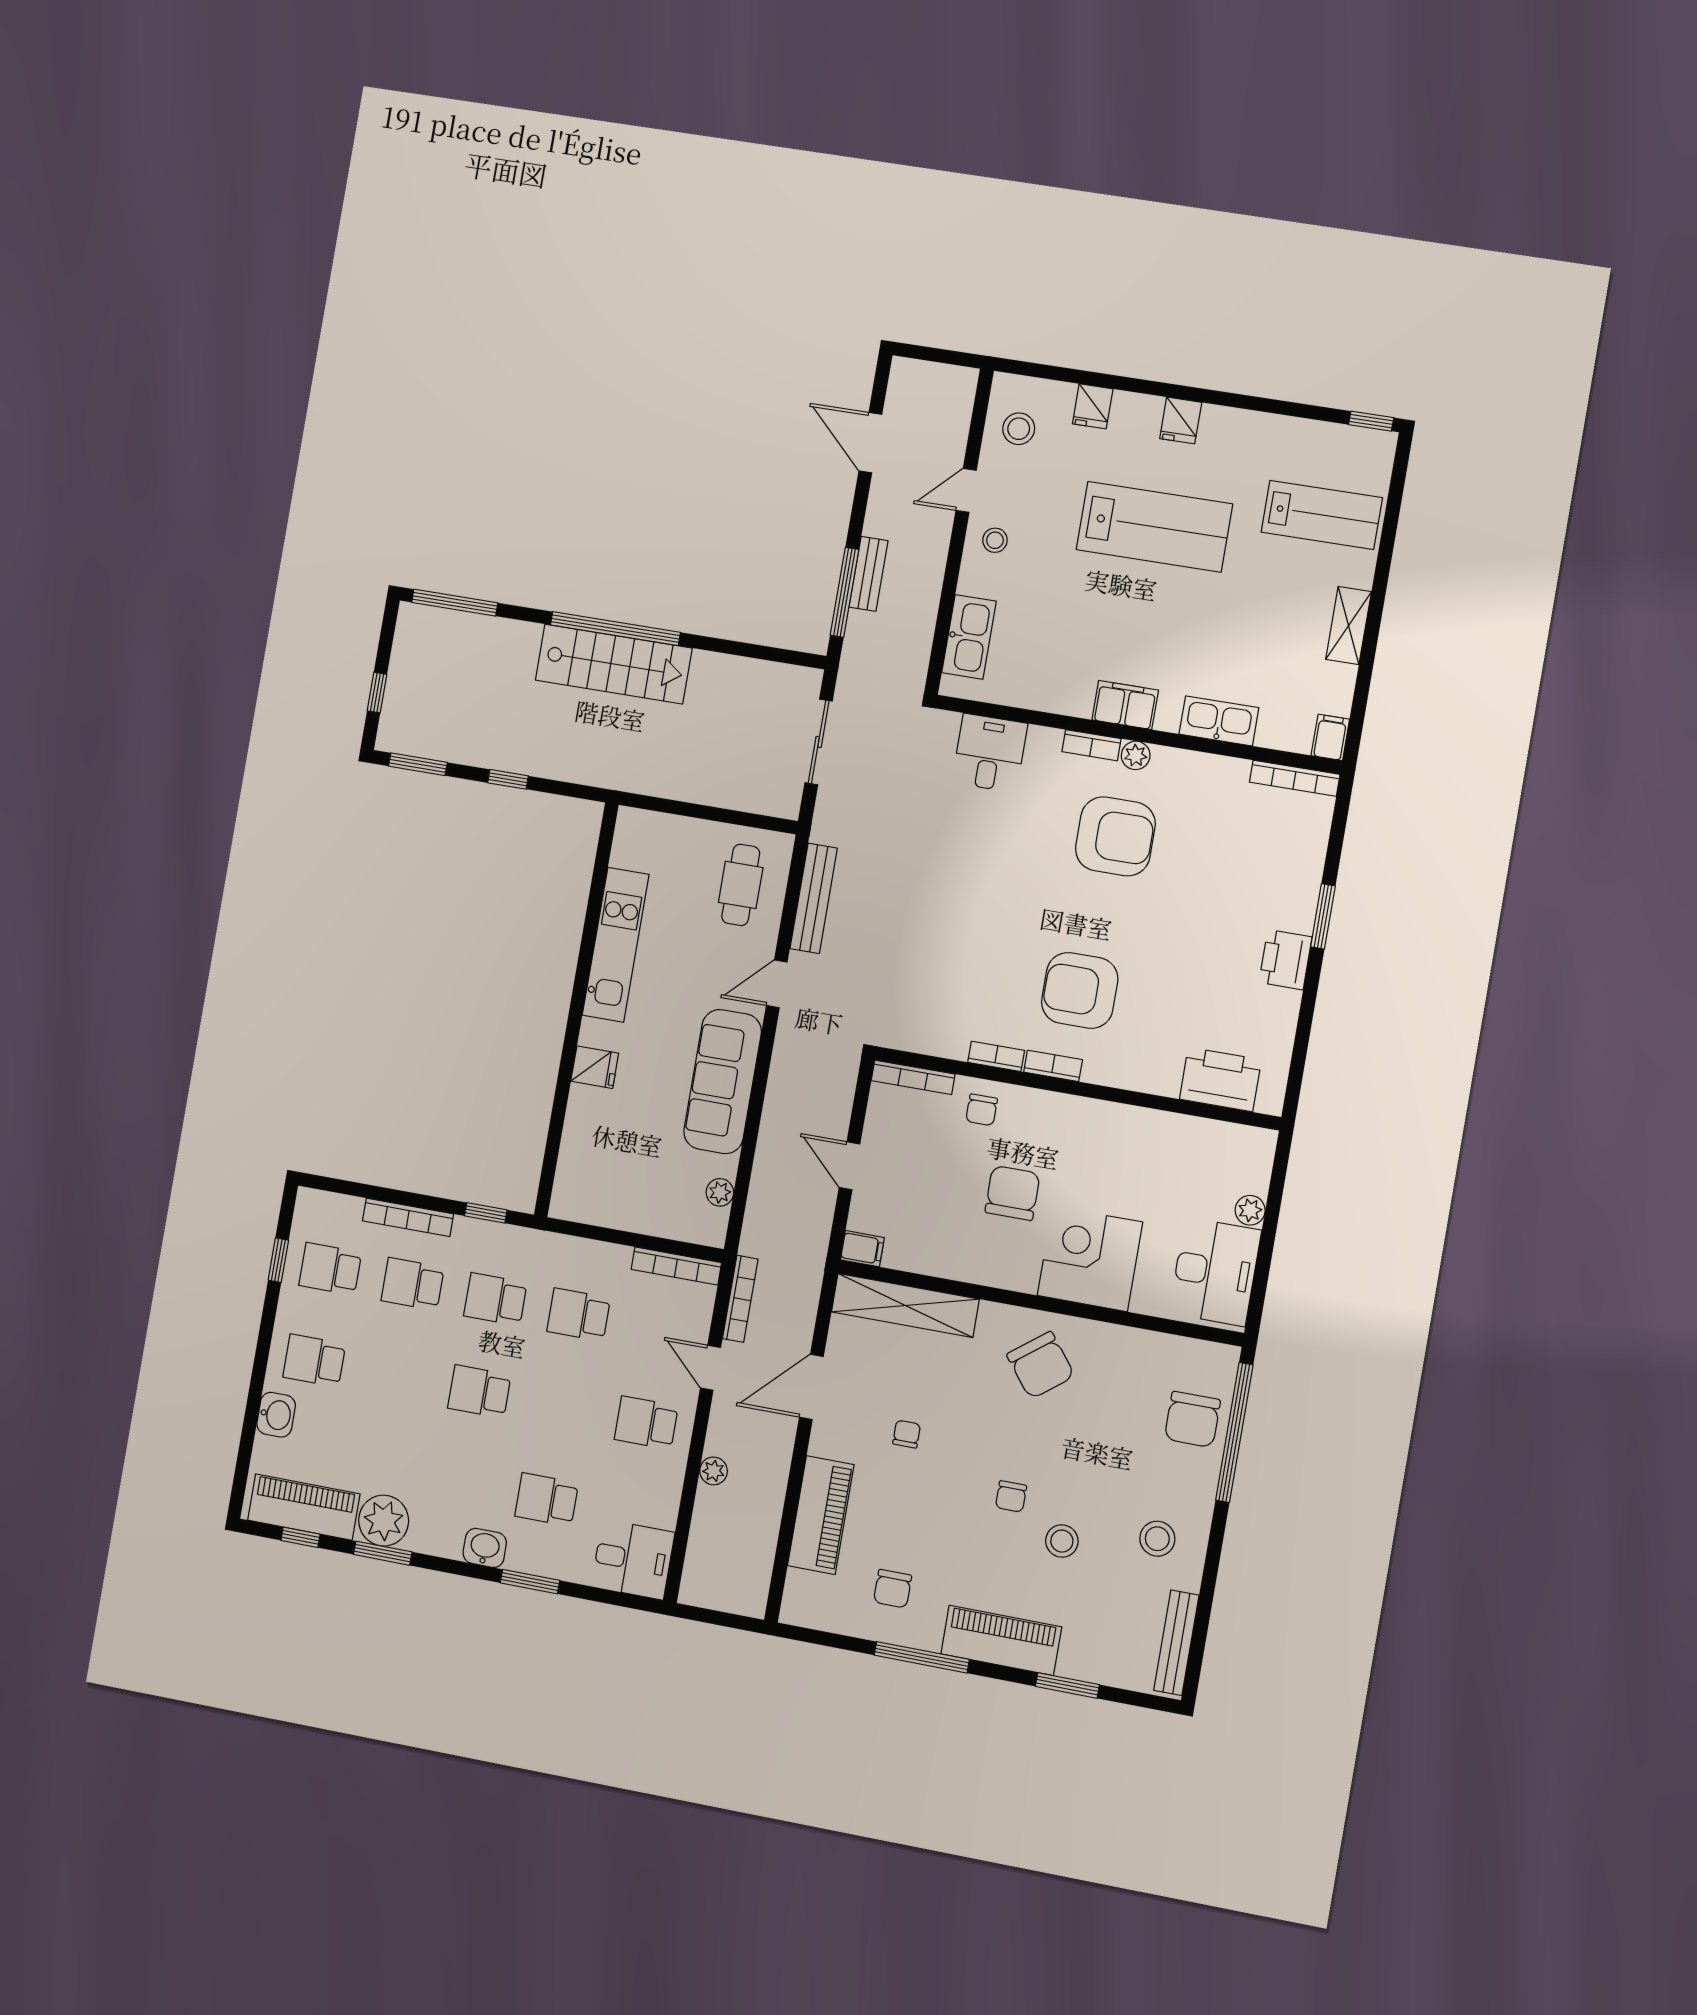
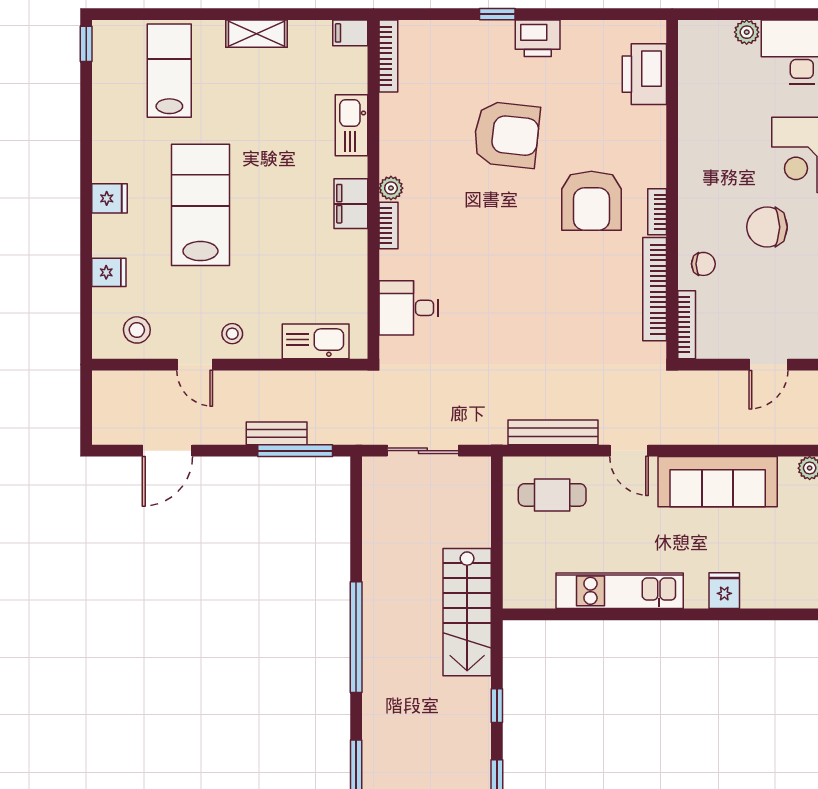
stairs: (614, 664) -> (467, 612), moved, turned 180
armchair: (1115, 836) -> (507, 135), moved, turned 96
window: (1323, 916) -> (497, 14), width x0.67
bookcase: (996, 1056) -> (655, 289), width x2.31, depth x1.31

